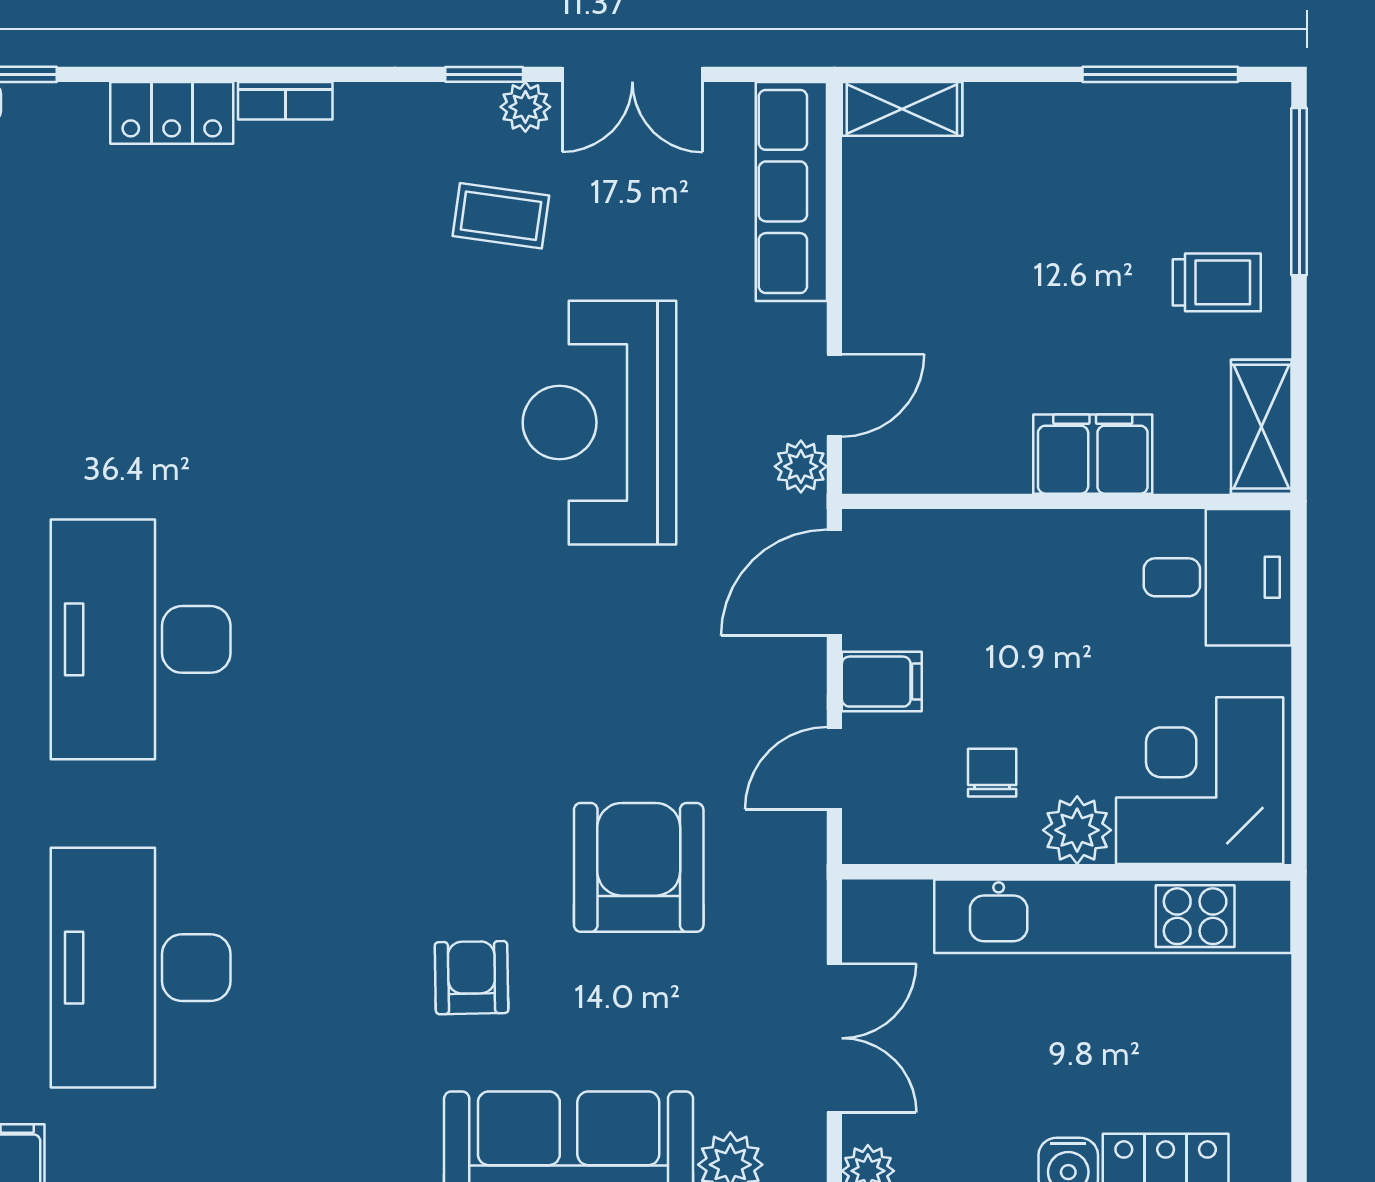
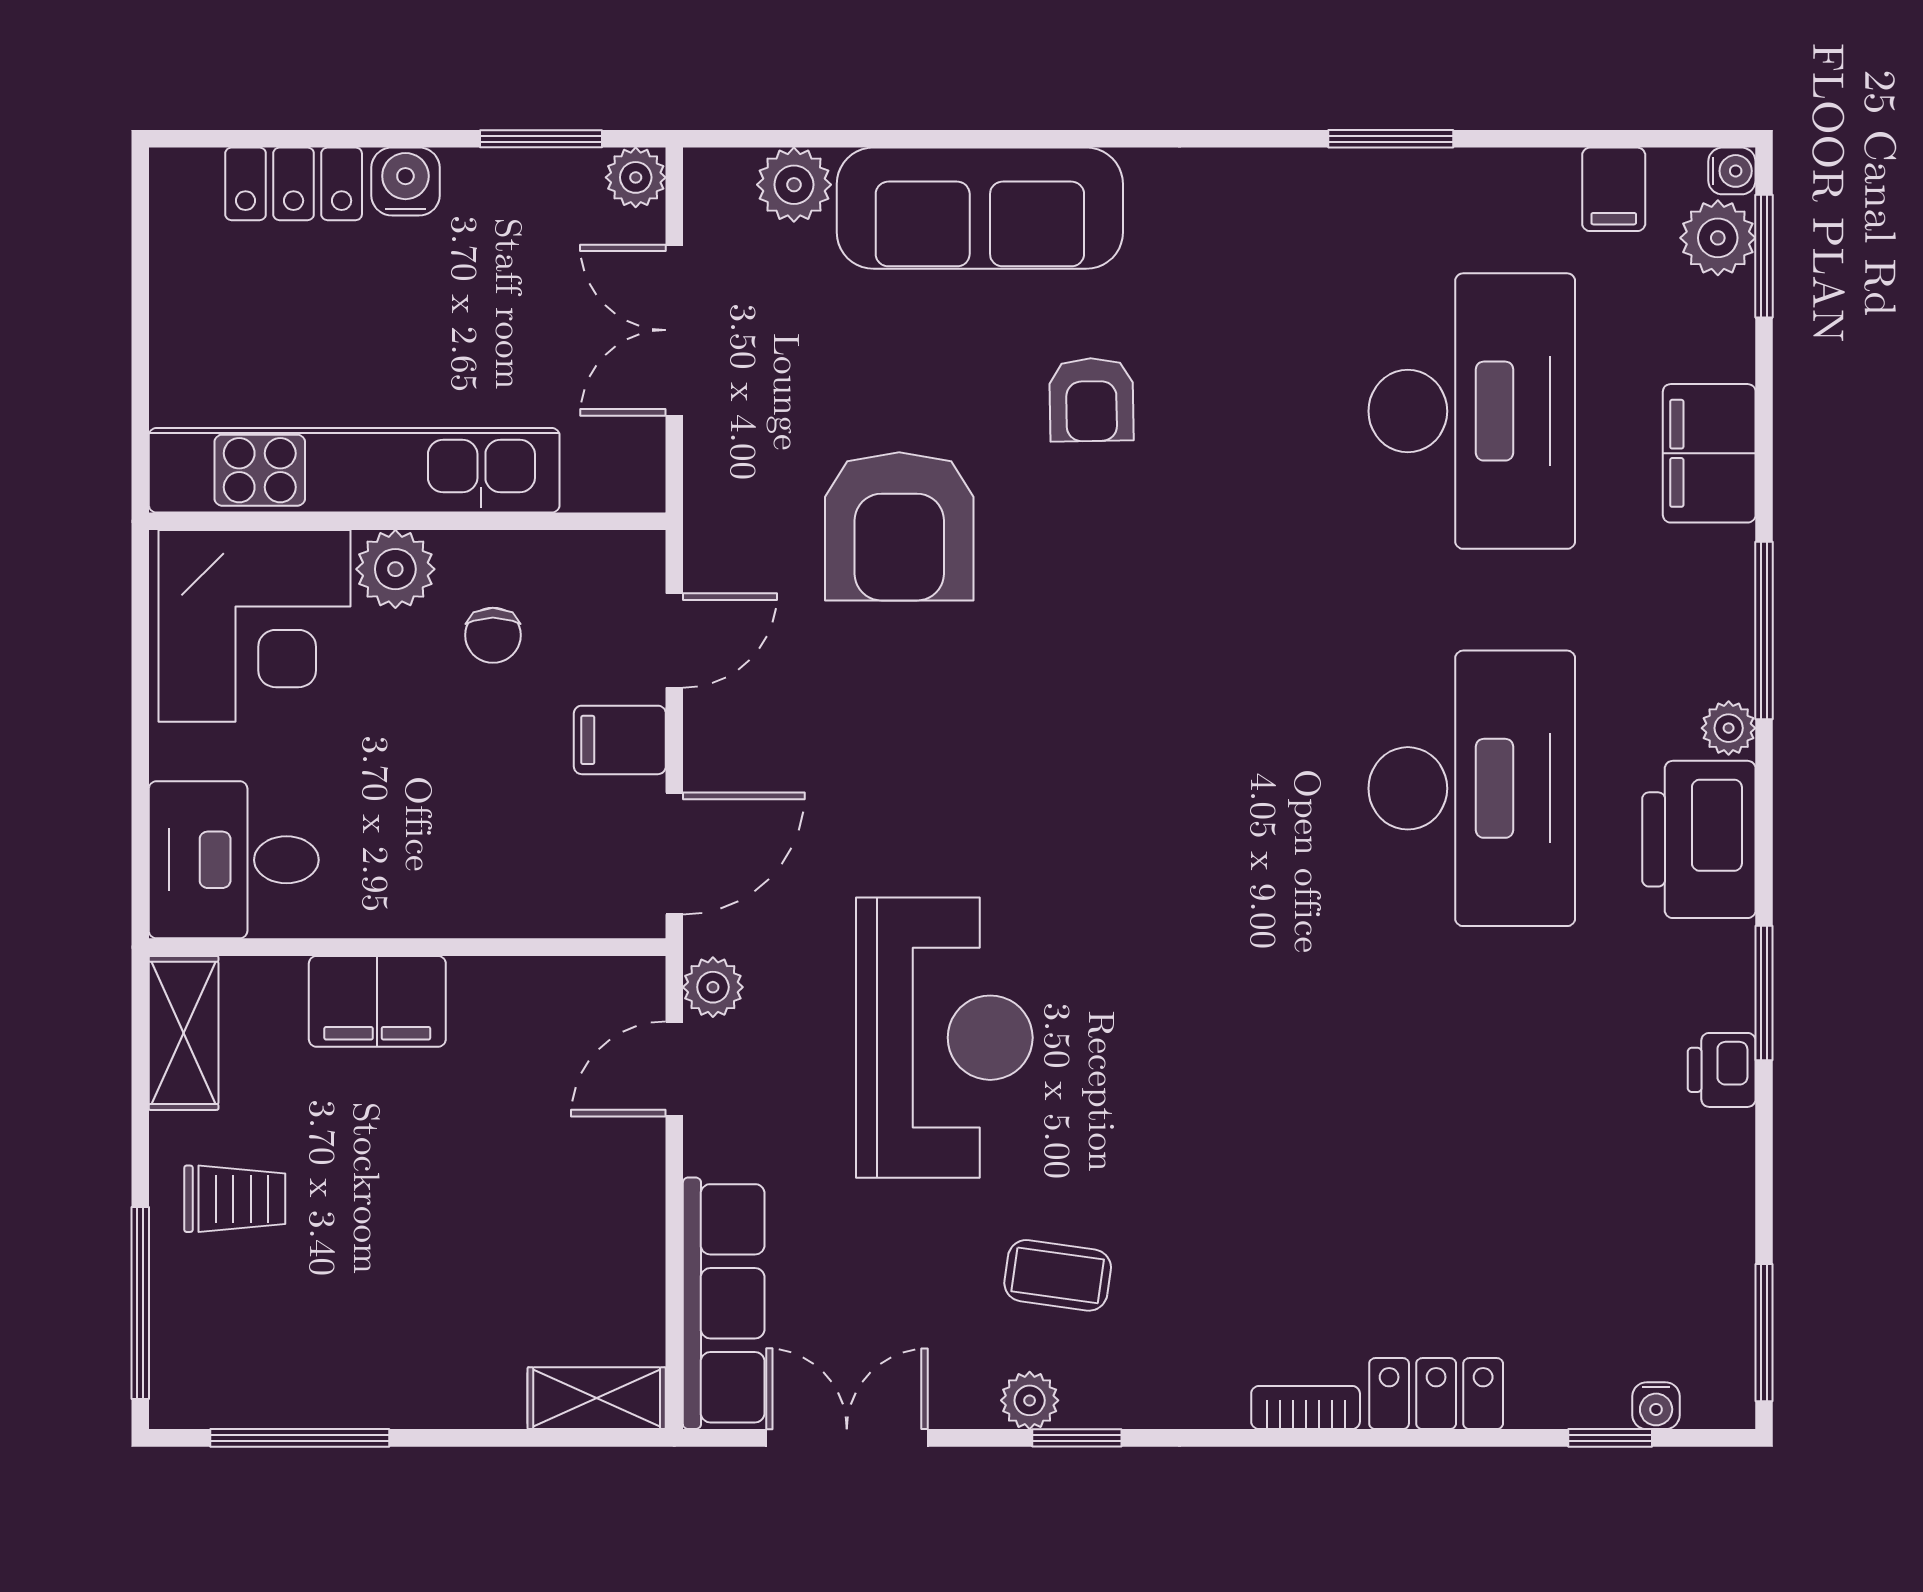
double door: (632, 74) -> (847, 1438), moved
trolley: (1217, 282) -> (235, 1199), turned 180

